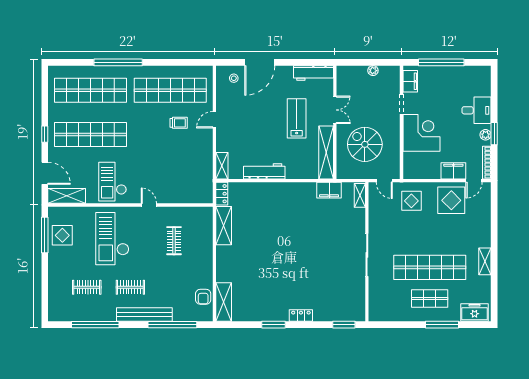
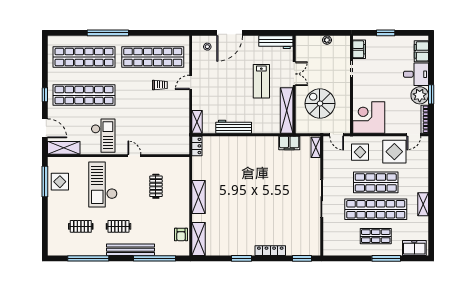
window: (441, 62) -> (386, 33), width x0.47
lab bench: (297, 118) -> (261, 81), turned 180
corner desk: (421, 133) -> (369, 118), moved, turned -90
plant: (486, 135) -> (420, 95), width x1.87, depth x1.87
filing cabinet: (453, 171) -> (421, 51), moved, turned -90
checkout: (113, 182) -> (103, 136), turned 180
shelving: (224, 226) -> (199, 197), moved
shop shelf: (430, 236) -> (376, 182), added
locker: (301, 316) -> (270, 251), width x1.53

